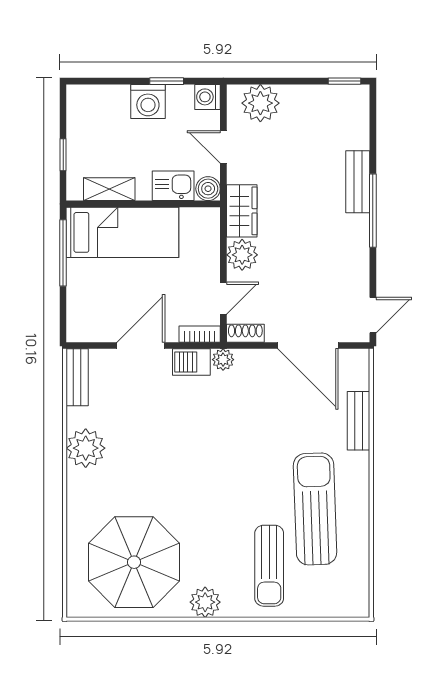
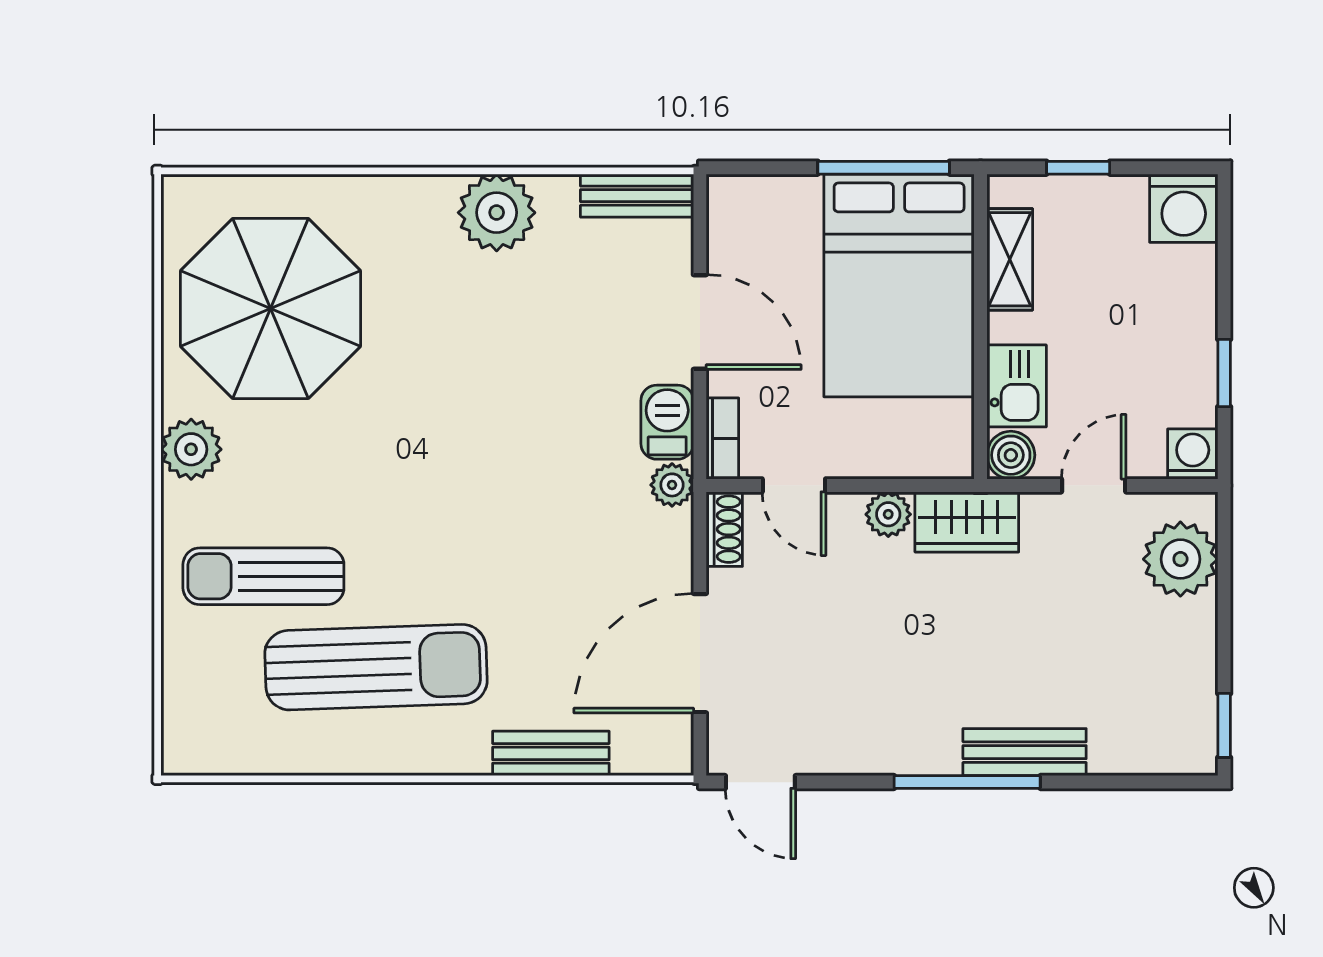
washing machine: (148, 101) -> (1184, 208), moved, turned -90
bed: (122, 232) -> (899, 285), width x1.50
plant: (242, 255) -> (888, 514), width x0.73, depth x0.73

